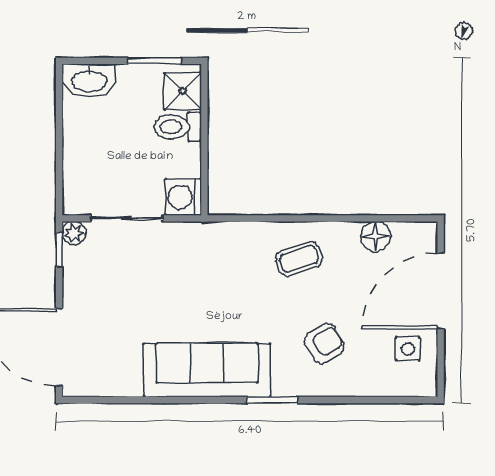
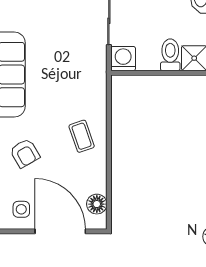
floor lamp: (375, 236) -> (97, 204), moved

